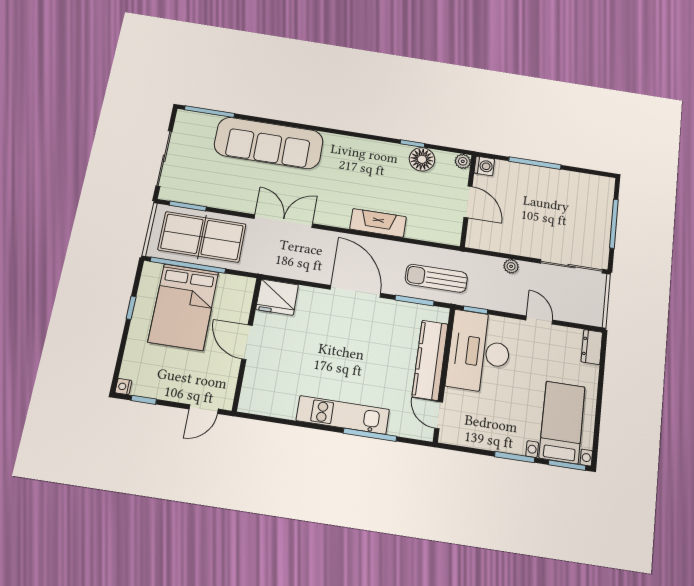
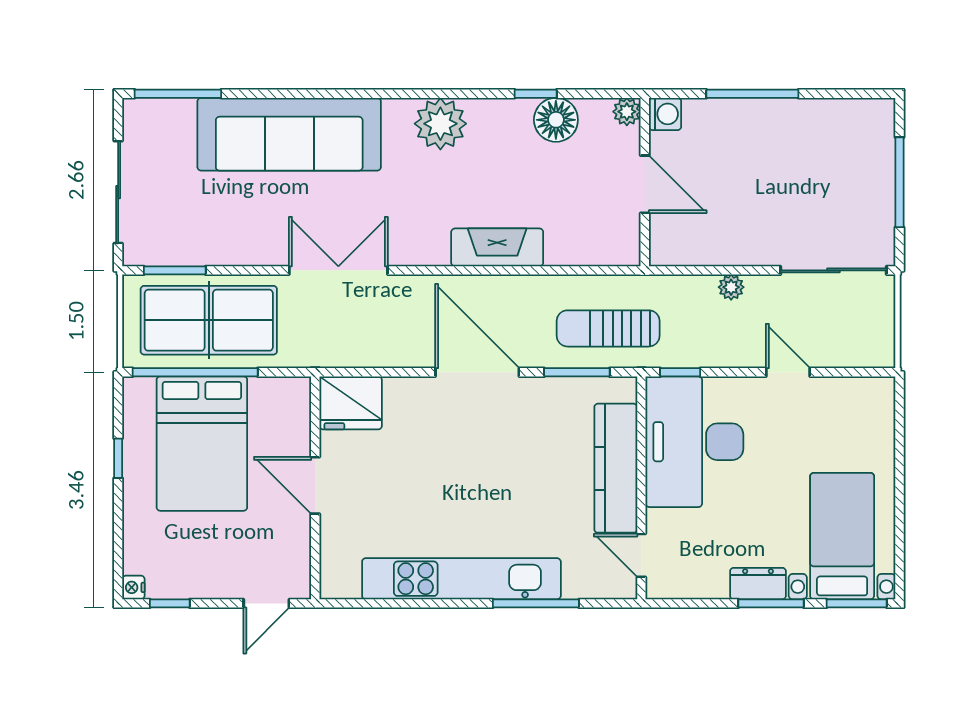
plant: (356, 151) -> (440, 124), added
dresser: (592, 347) -> (758, 584), moved, turned 90
kitchen unit: (343, 415) -> (461, 579), width x1.36

